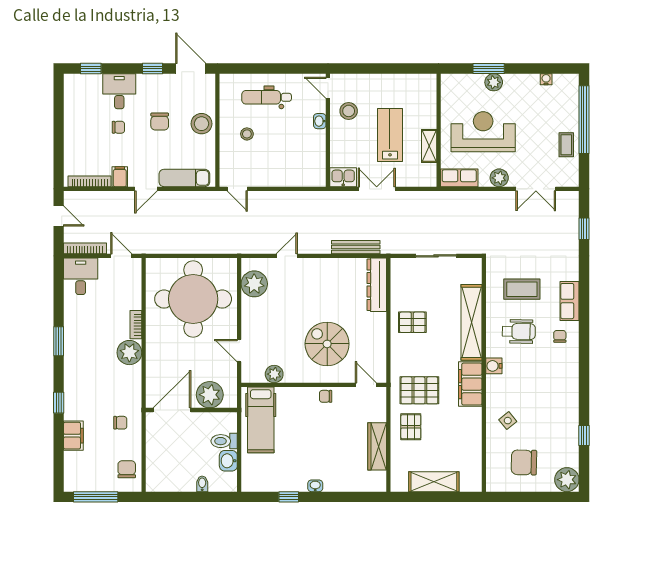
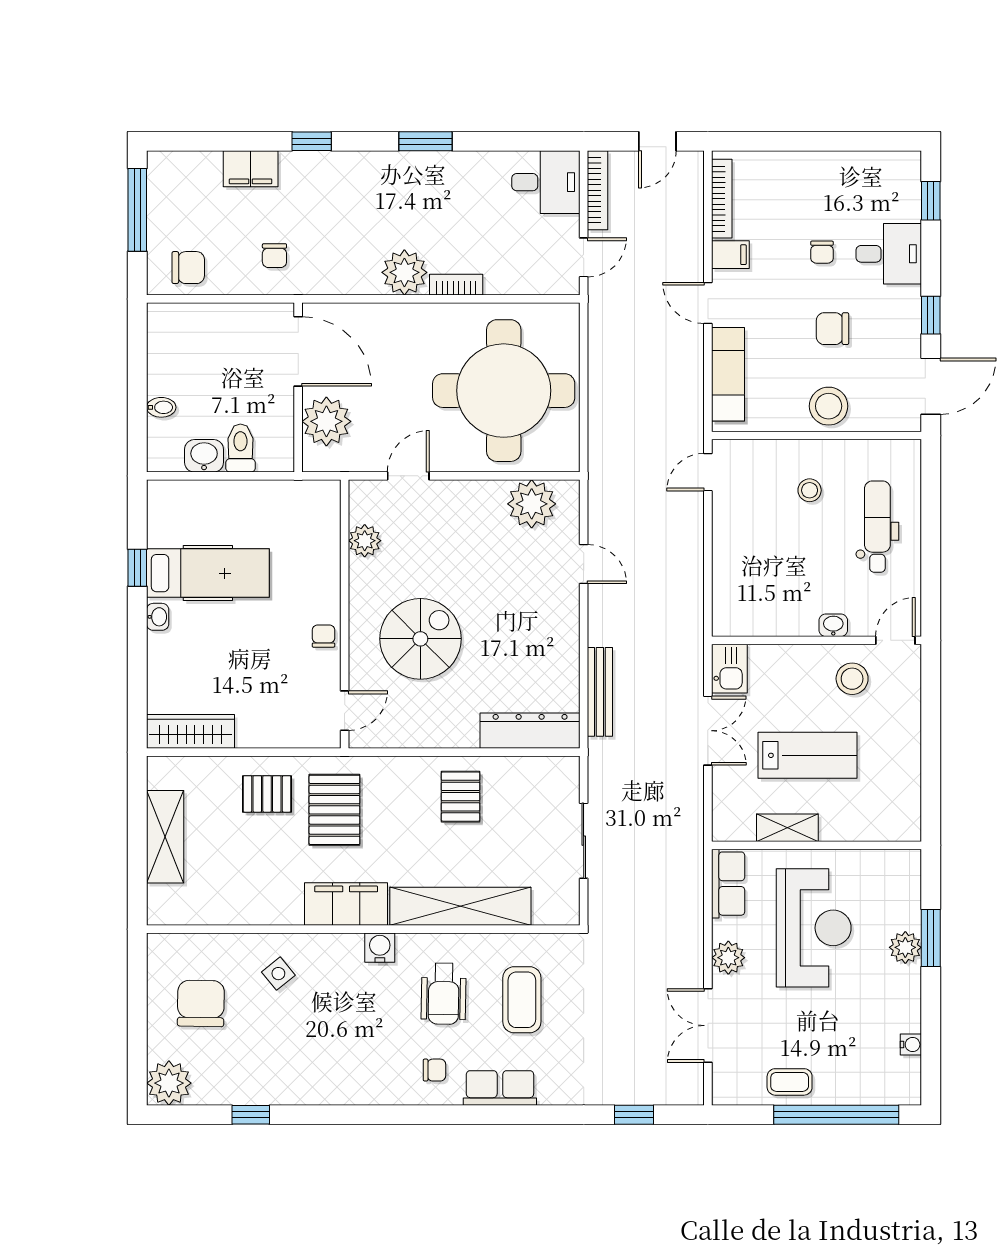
hospital bed: (261, 420) -> (208, 573), moved, turned 180
wardrobe: (377, 446) -> (190, 731), moved

